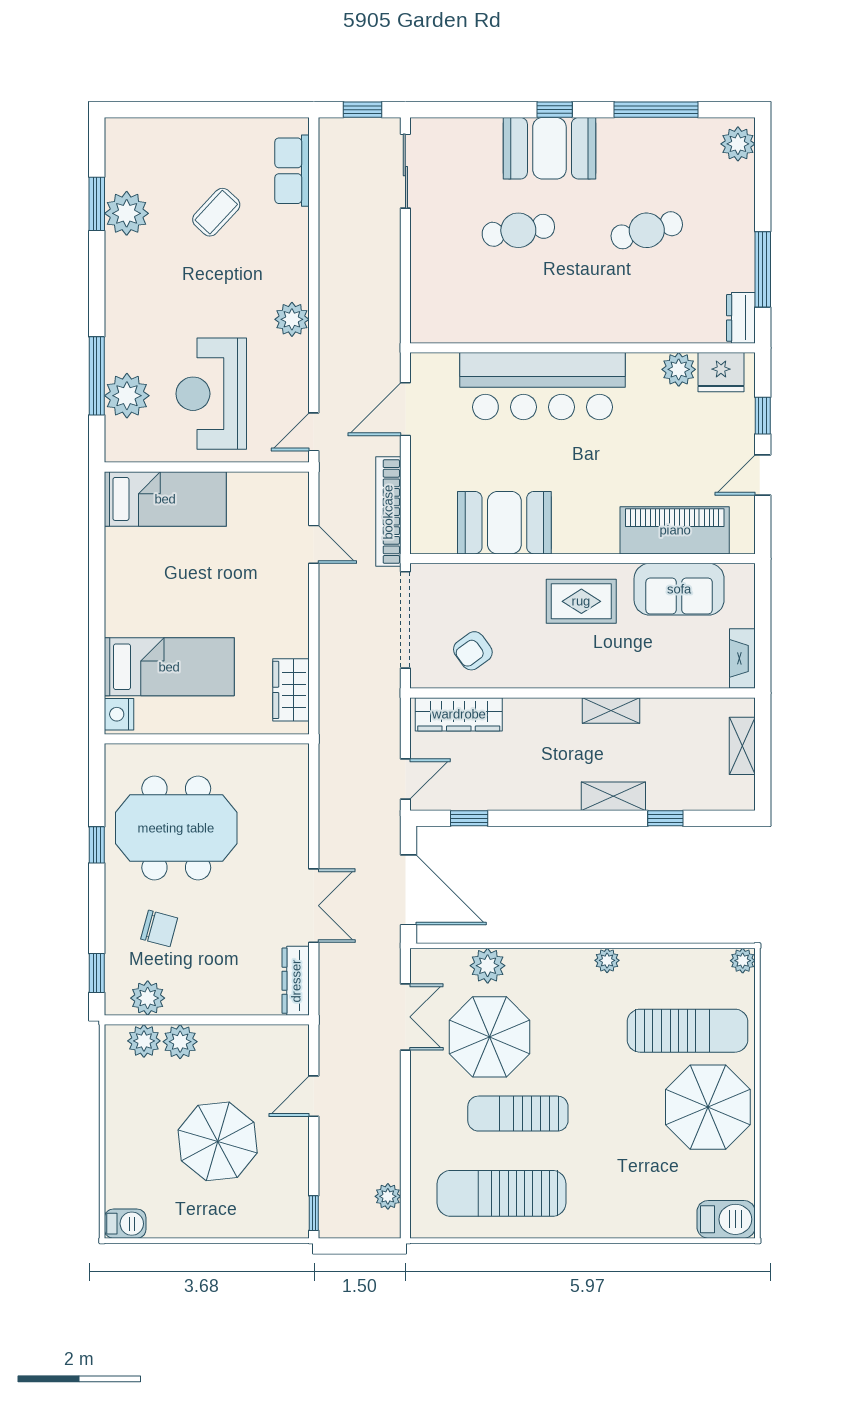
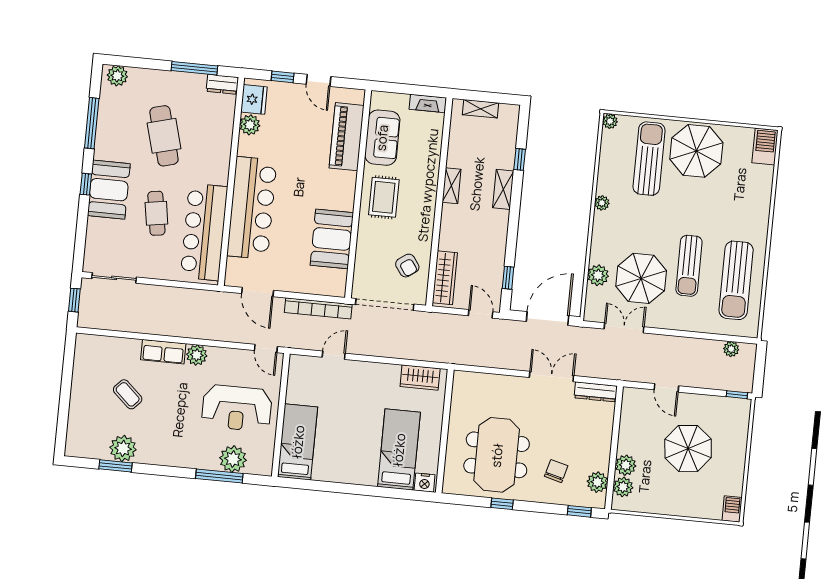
row of seats: (292, 171) -> (163, 352), moved
cafe table: (647, 230) -> (164, 136), width x1.37, depth x1.35
bar counter: (495, 311) -> (204, 232), added

